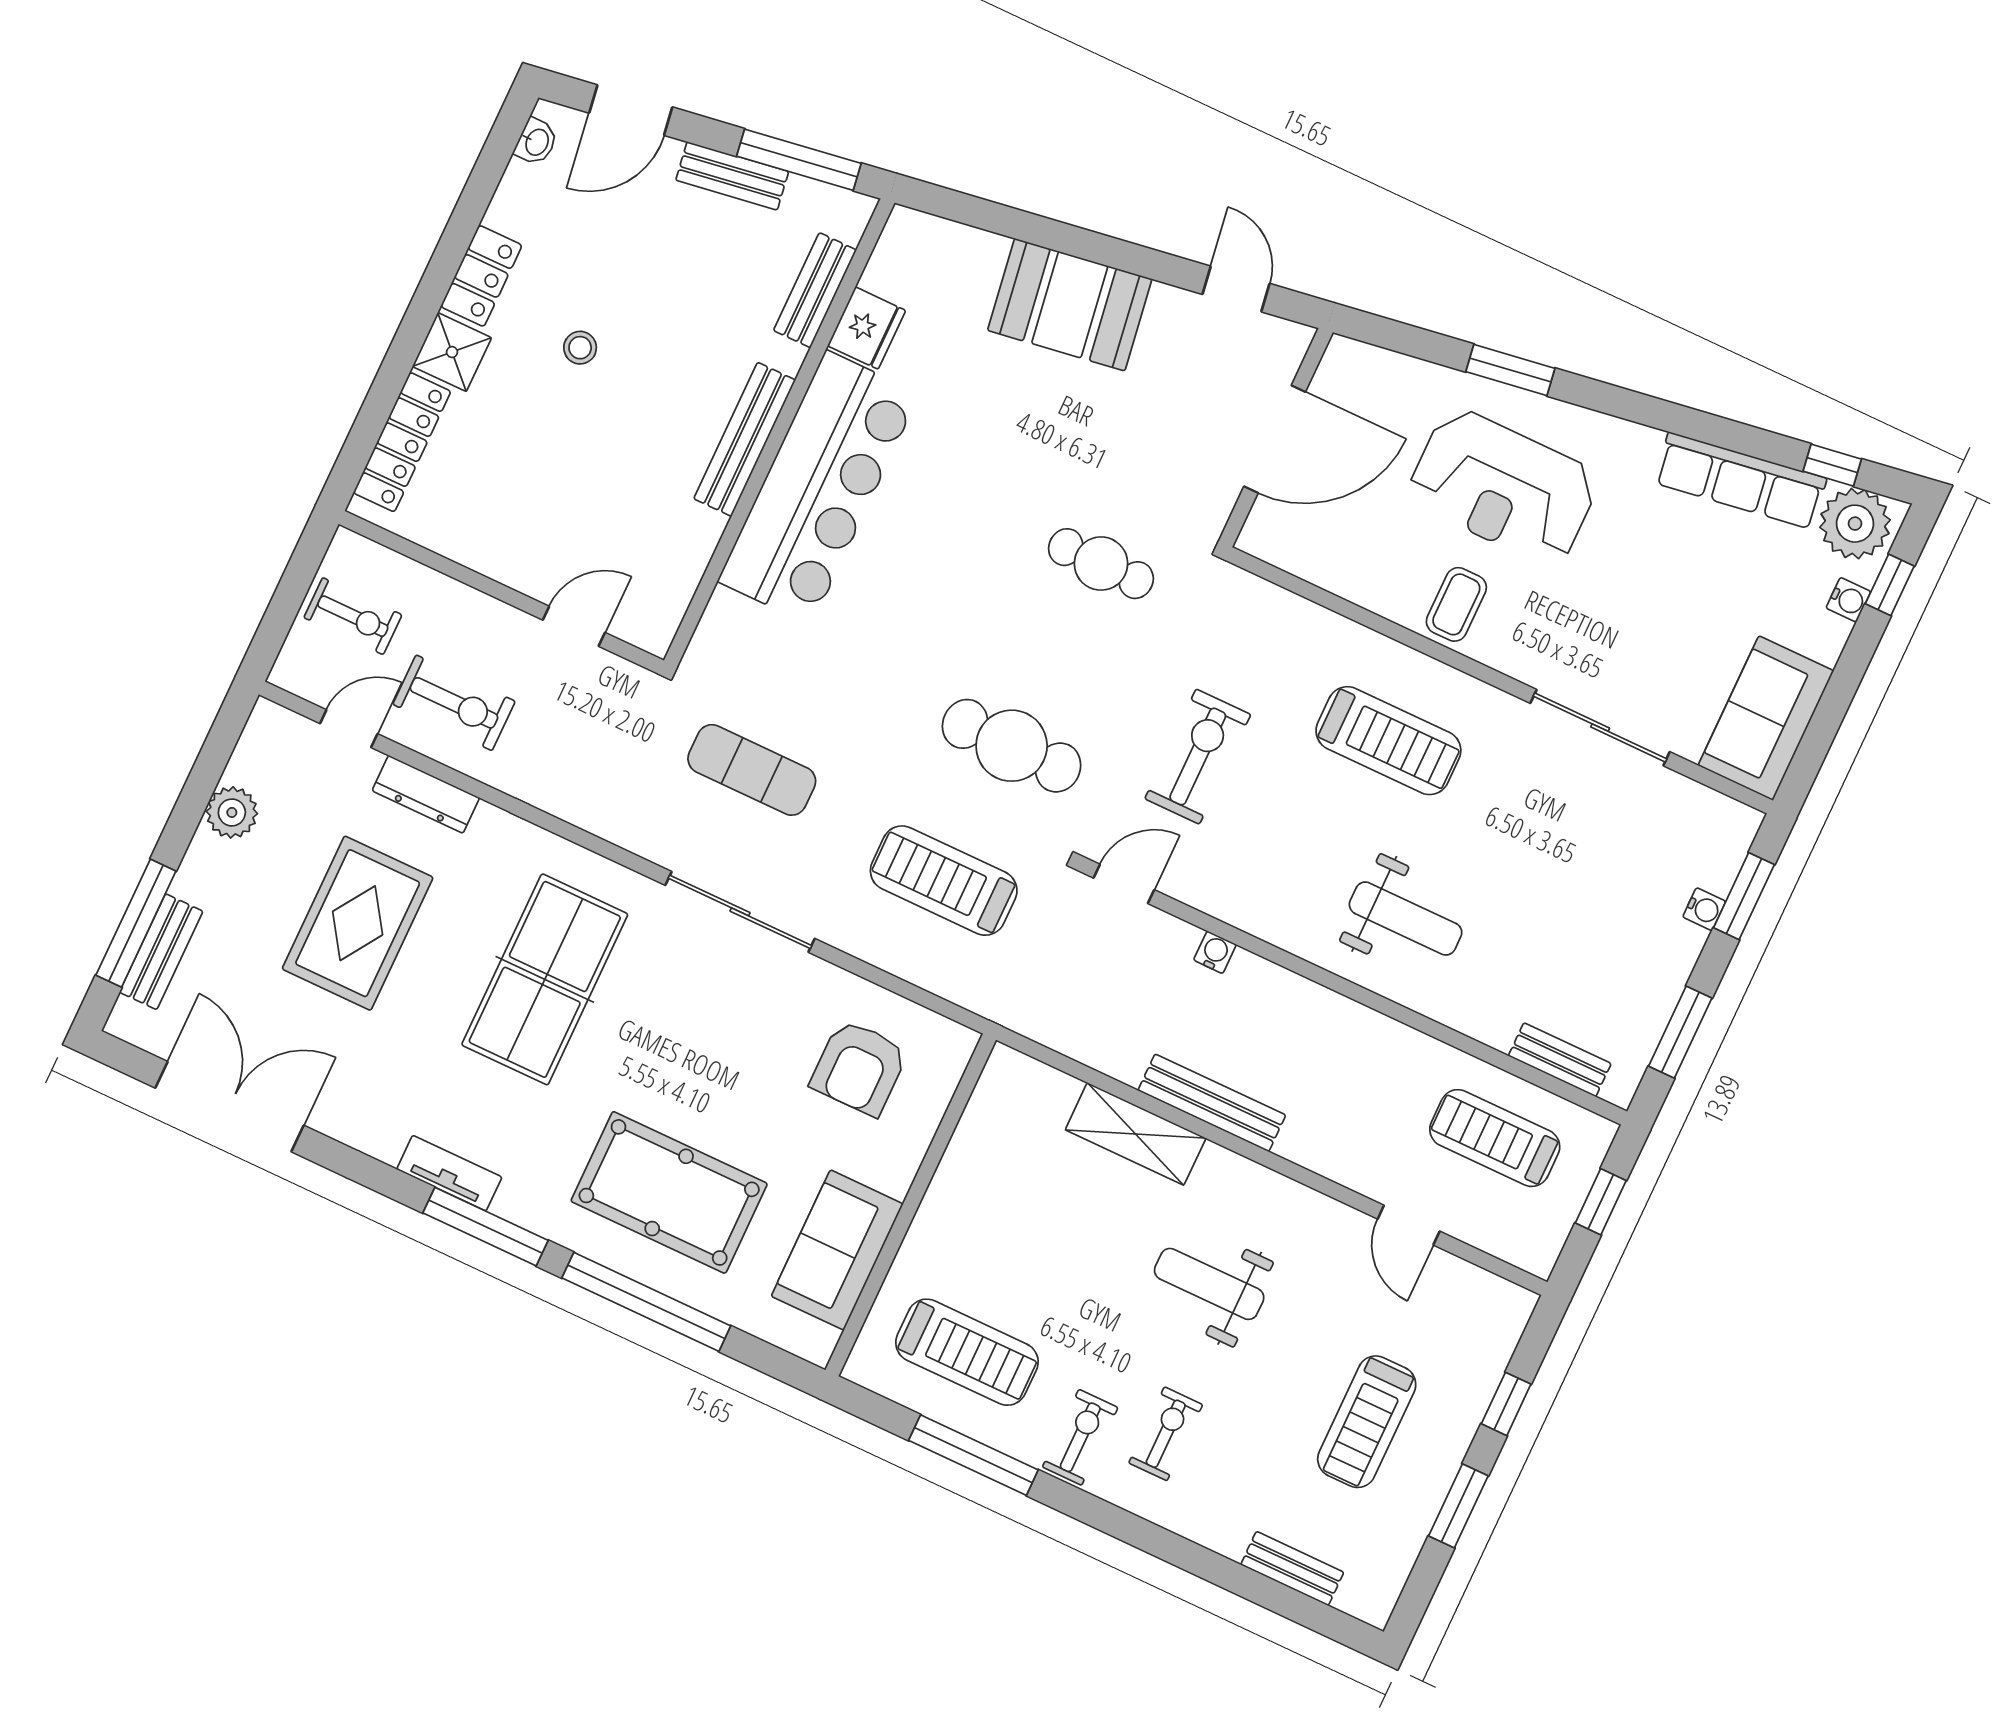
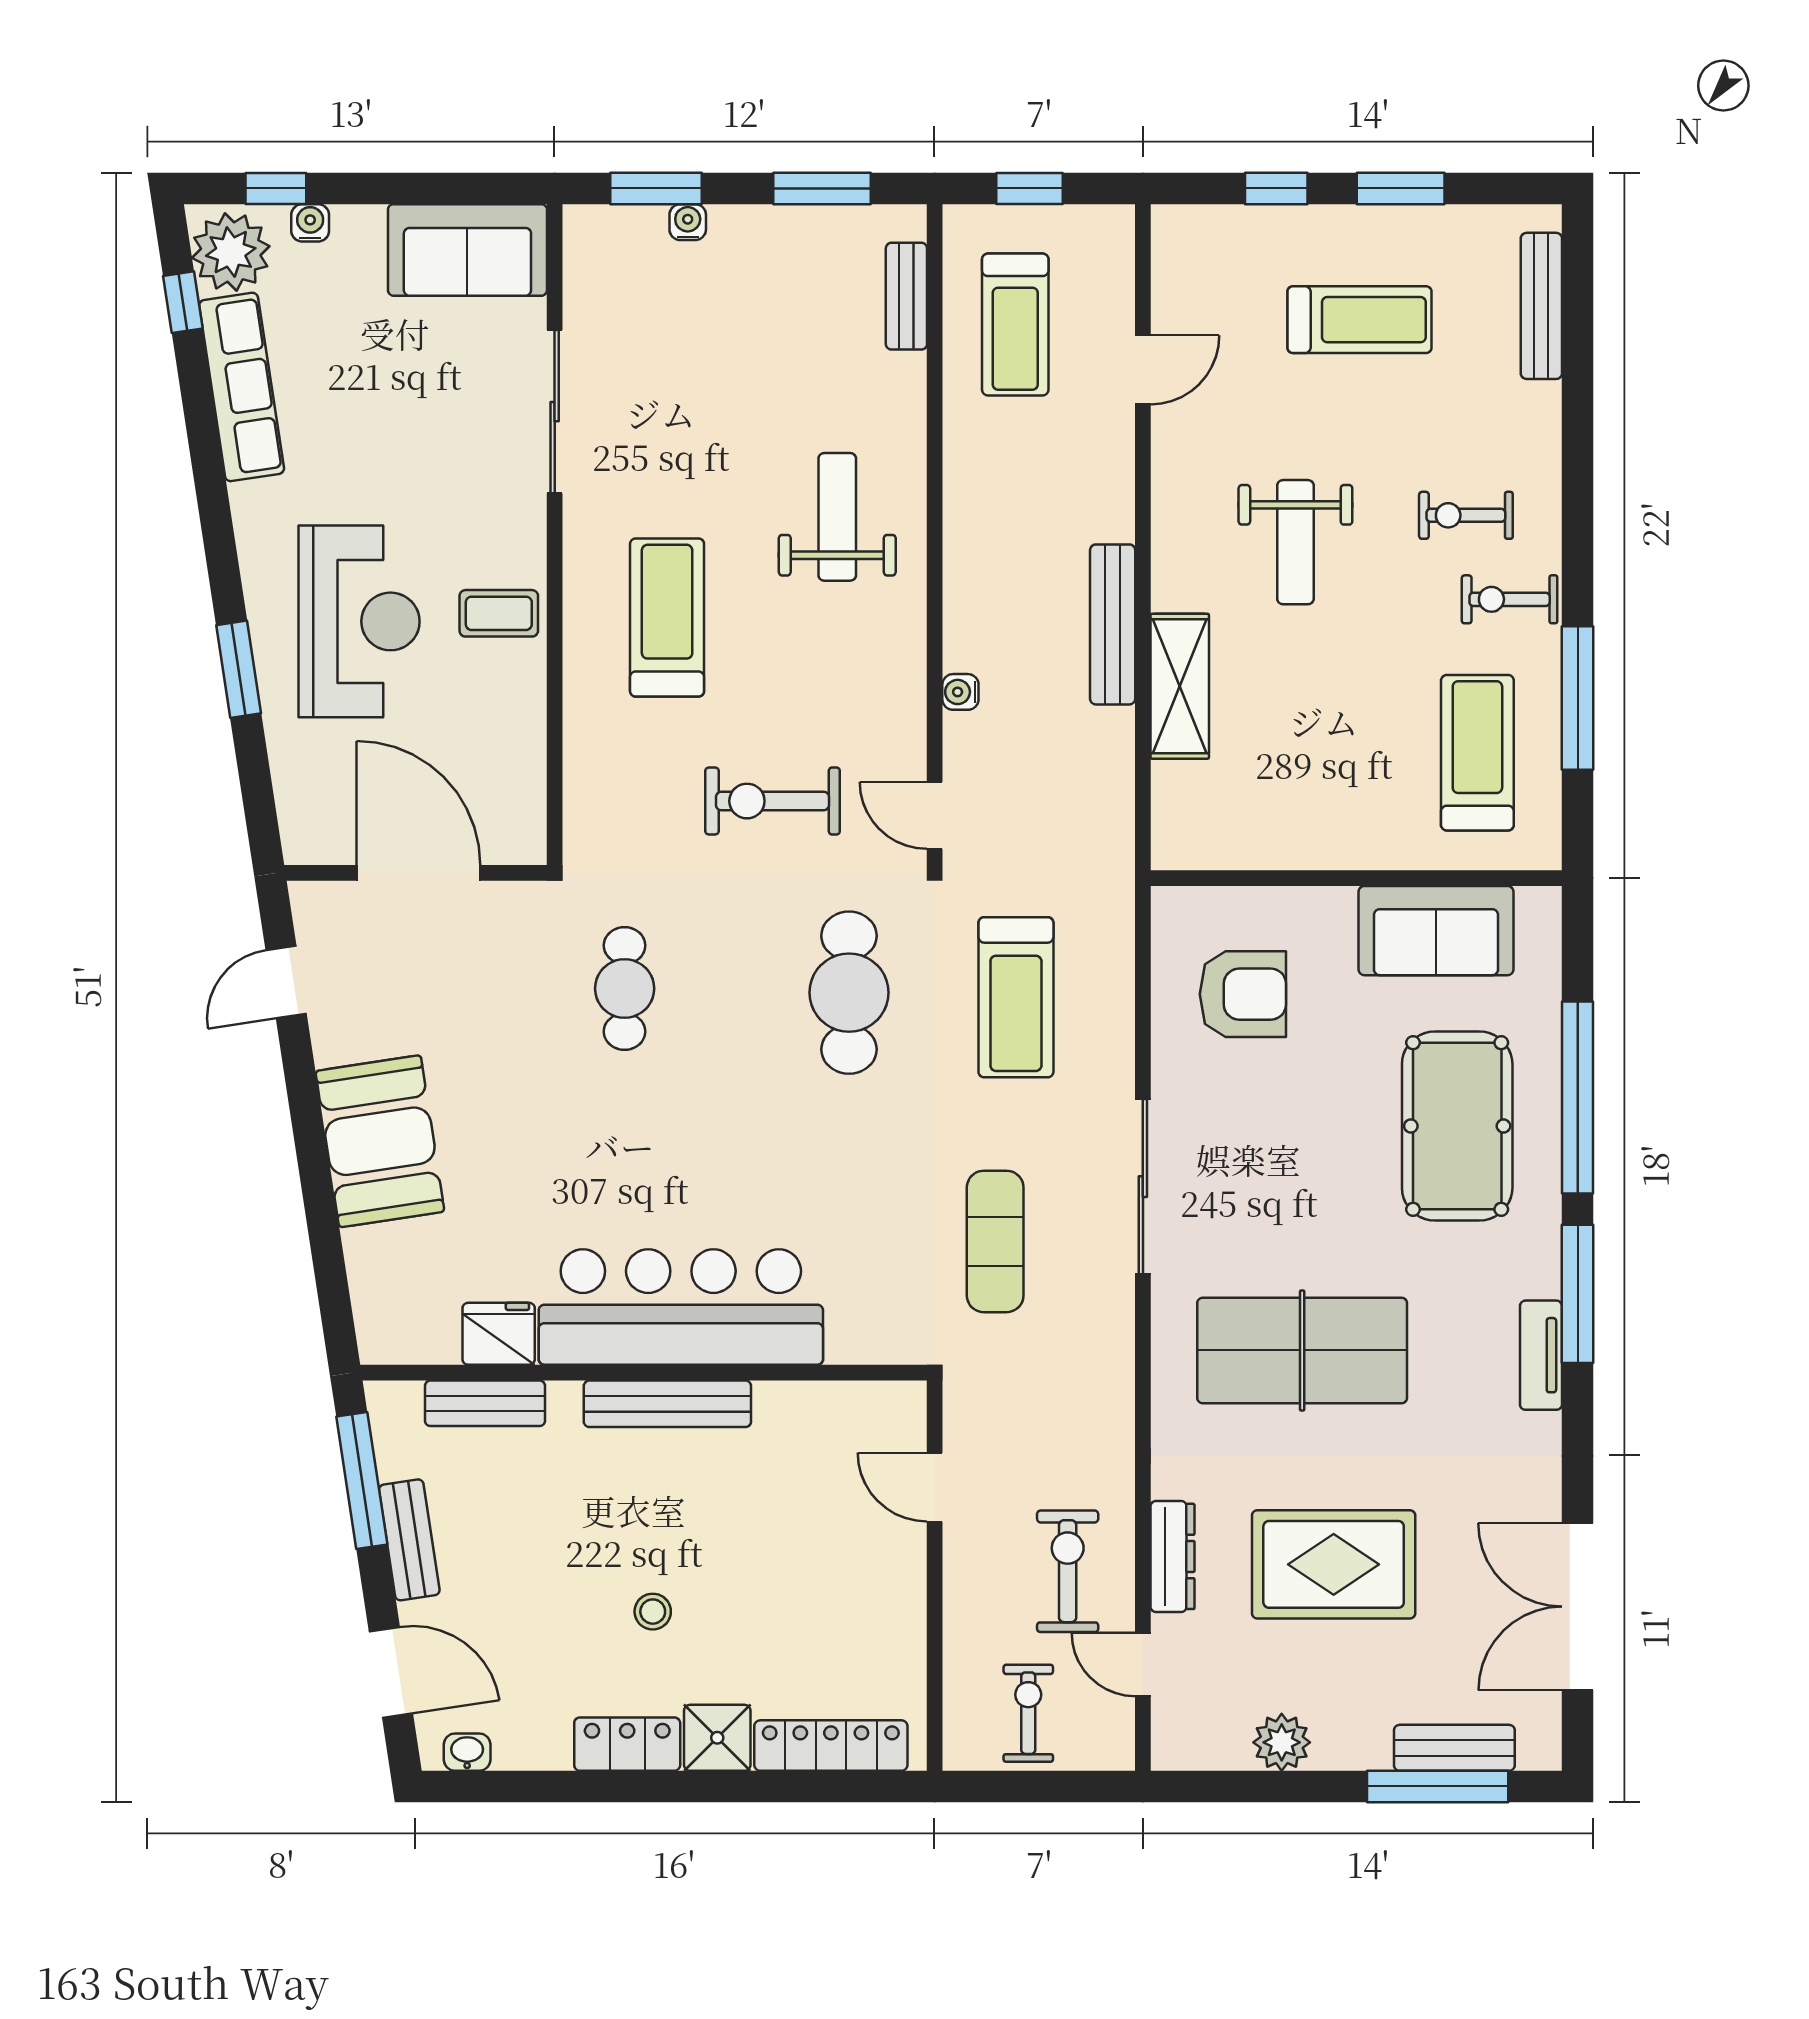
bench: (1292, 1568) -> (1541, 306), width x1.36

